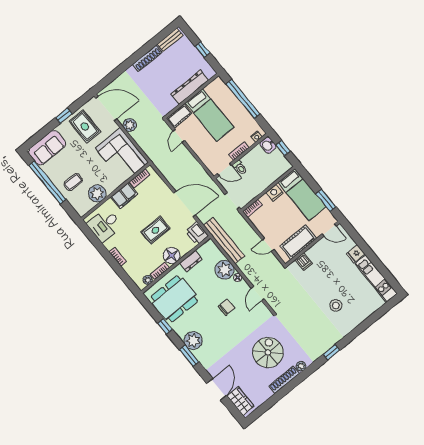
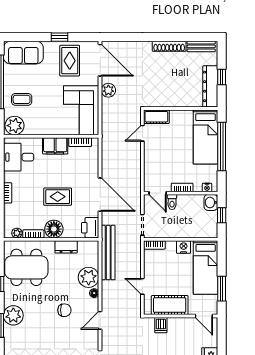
dresser: (190, 87) -> (210, 86), moved, turned -90
bed: (210, 115) -> (205, 137), moved
plant: (97, 193) -> (15, 126), moved

